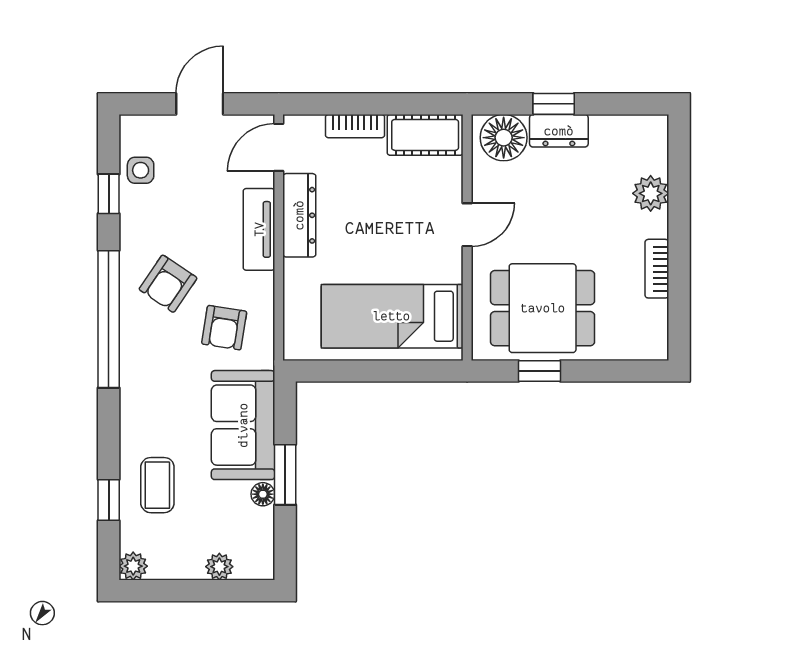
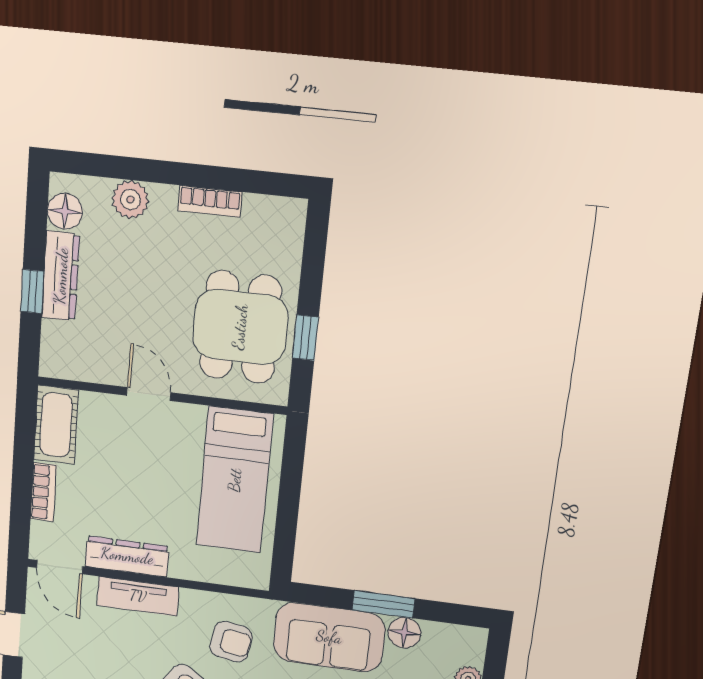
dresser: (559, 131) -> (61, 276), width x1.44
floor lamp: (504, 138) -> (65, 211), moved, width x0.73, depth x0.73
floor lamp: (263, 494) -> (404, 633), width x1.37, depth x1.37

